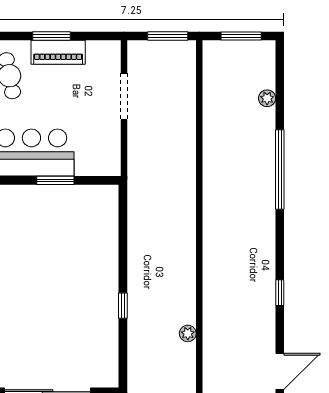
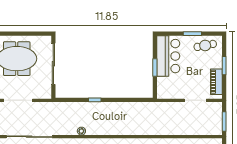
piano: (58, 52) -> (216, 82), moved

